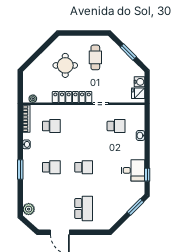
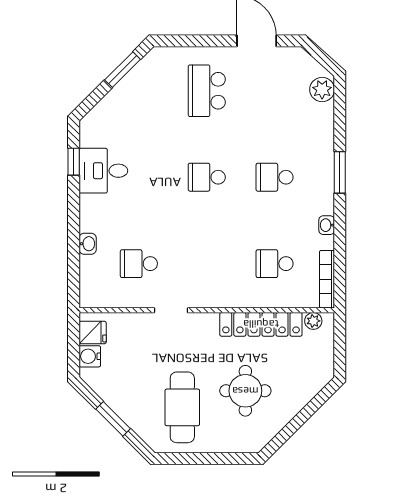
cafe table: (95, 57) -> (182, 407), width x1.37, depth x1.35
locker: (72, 97) -> (261, 324), moved
window: (135, 207) -> (123, 70), moved

